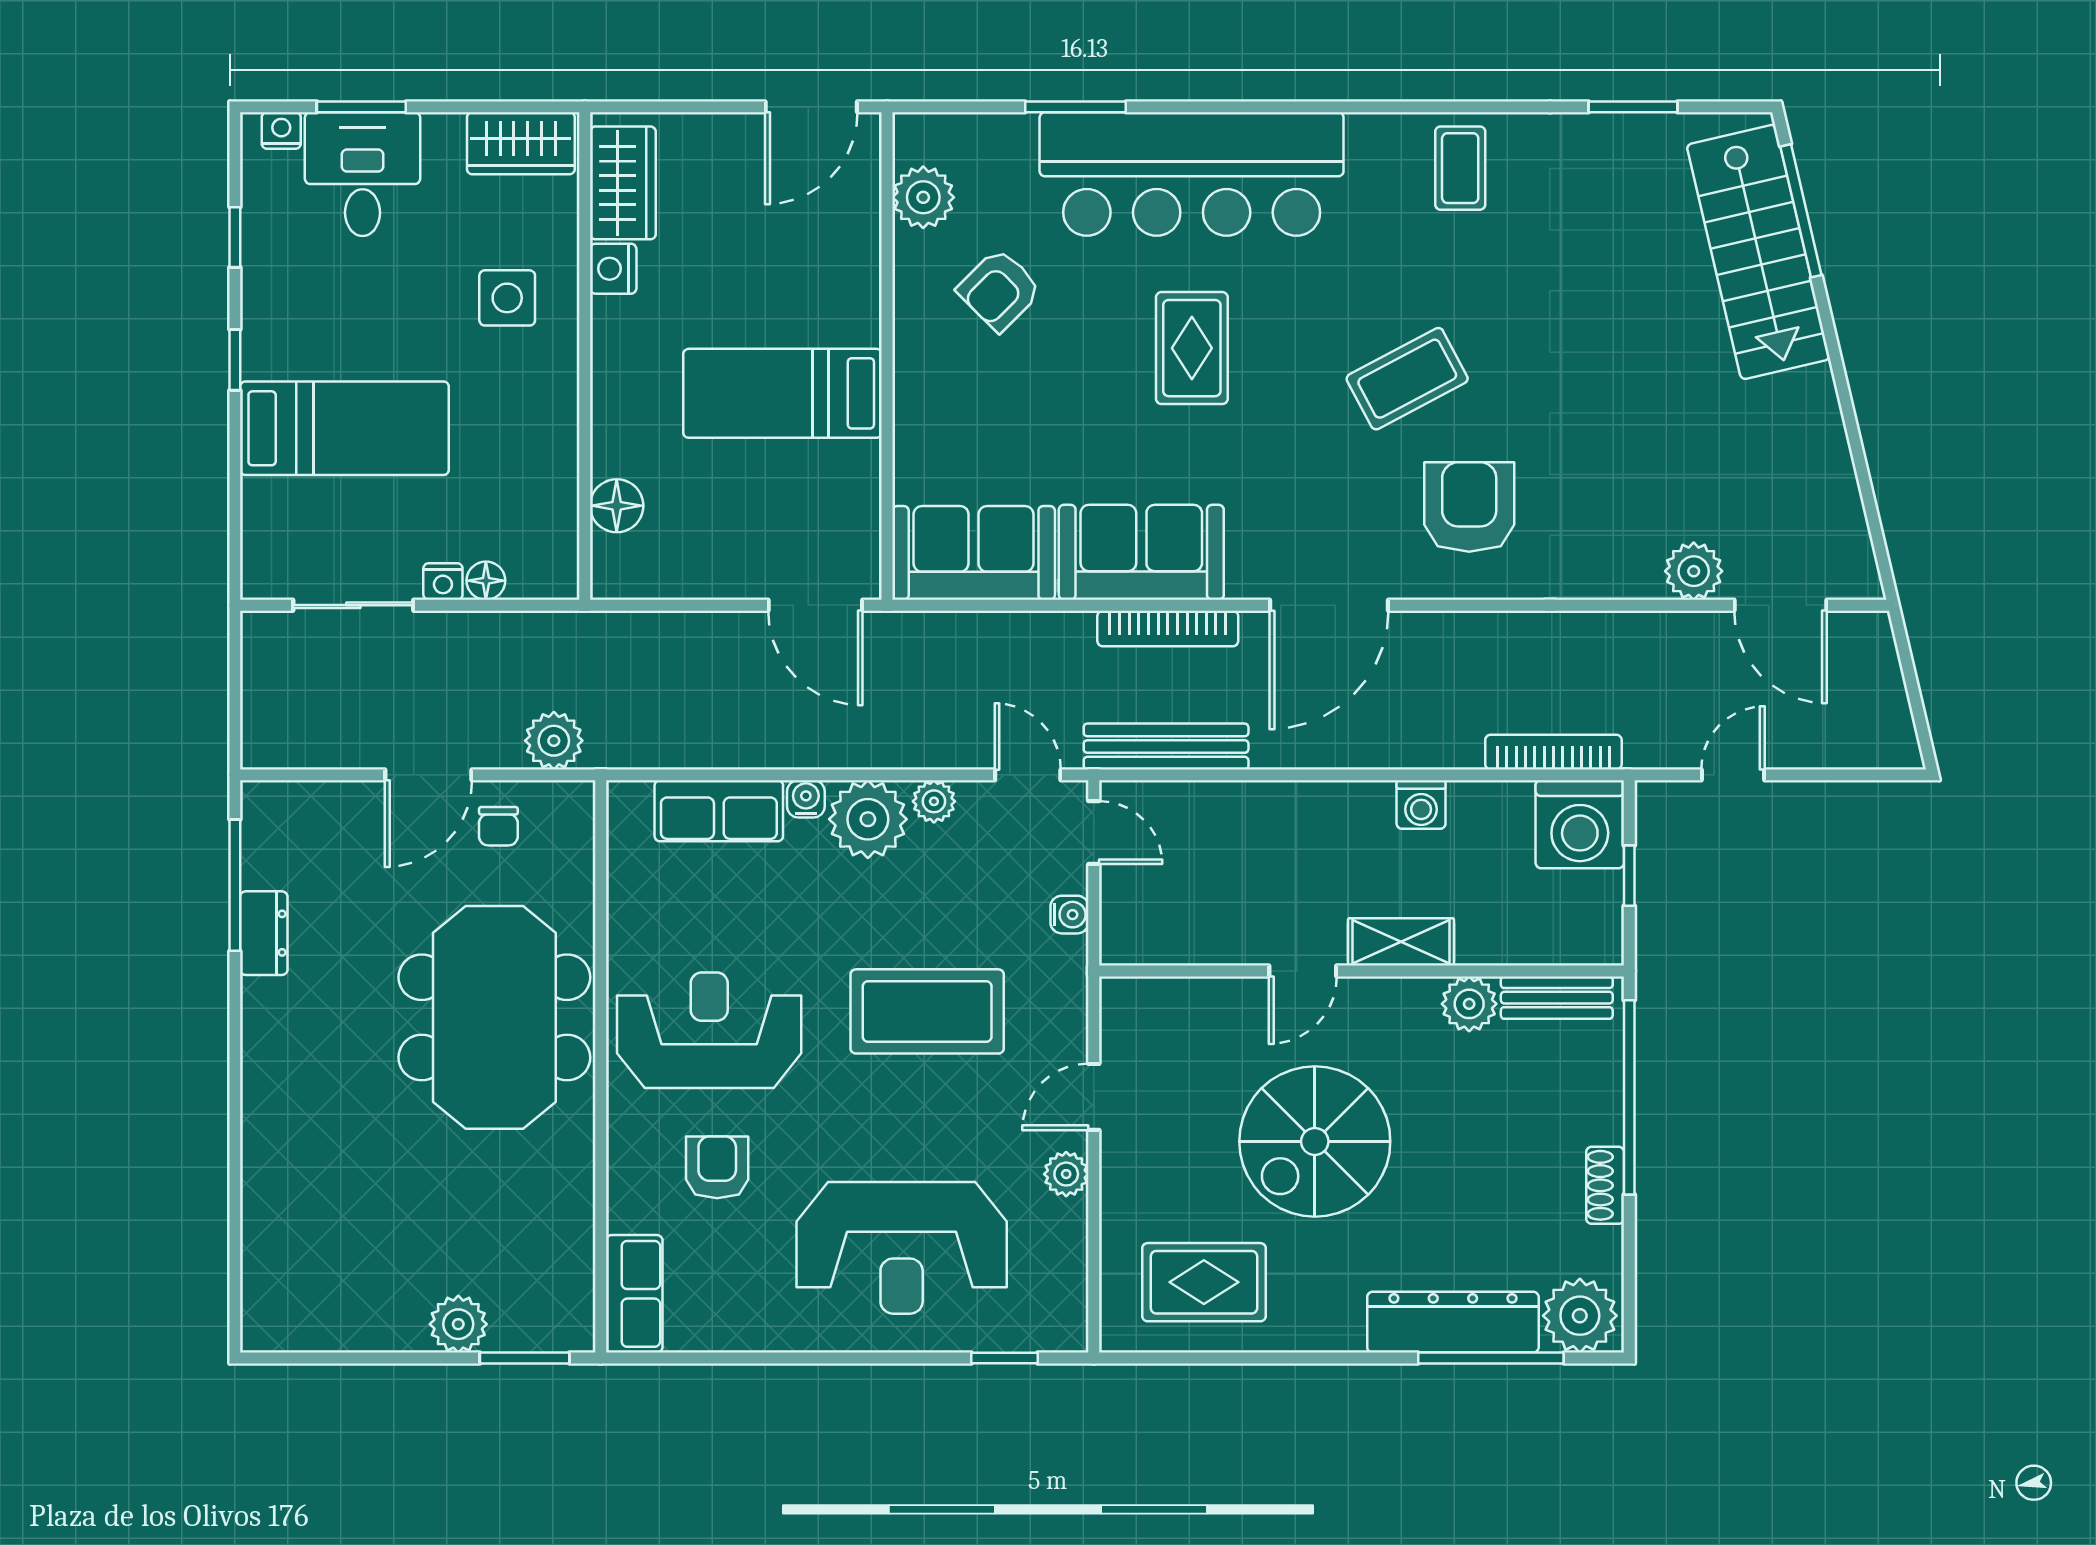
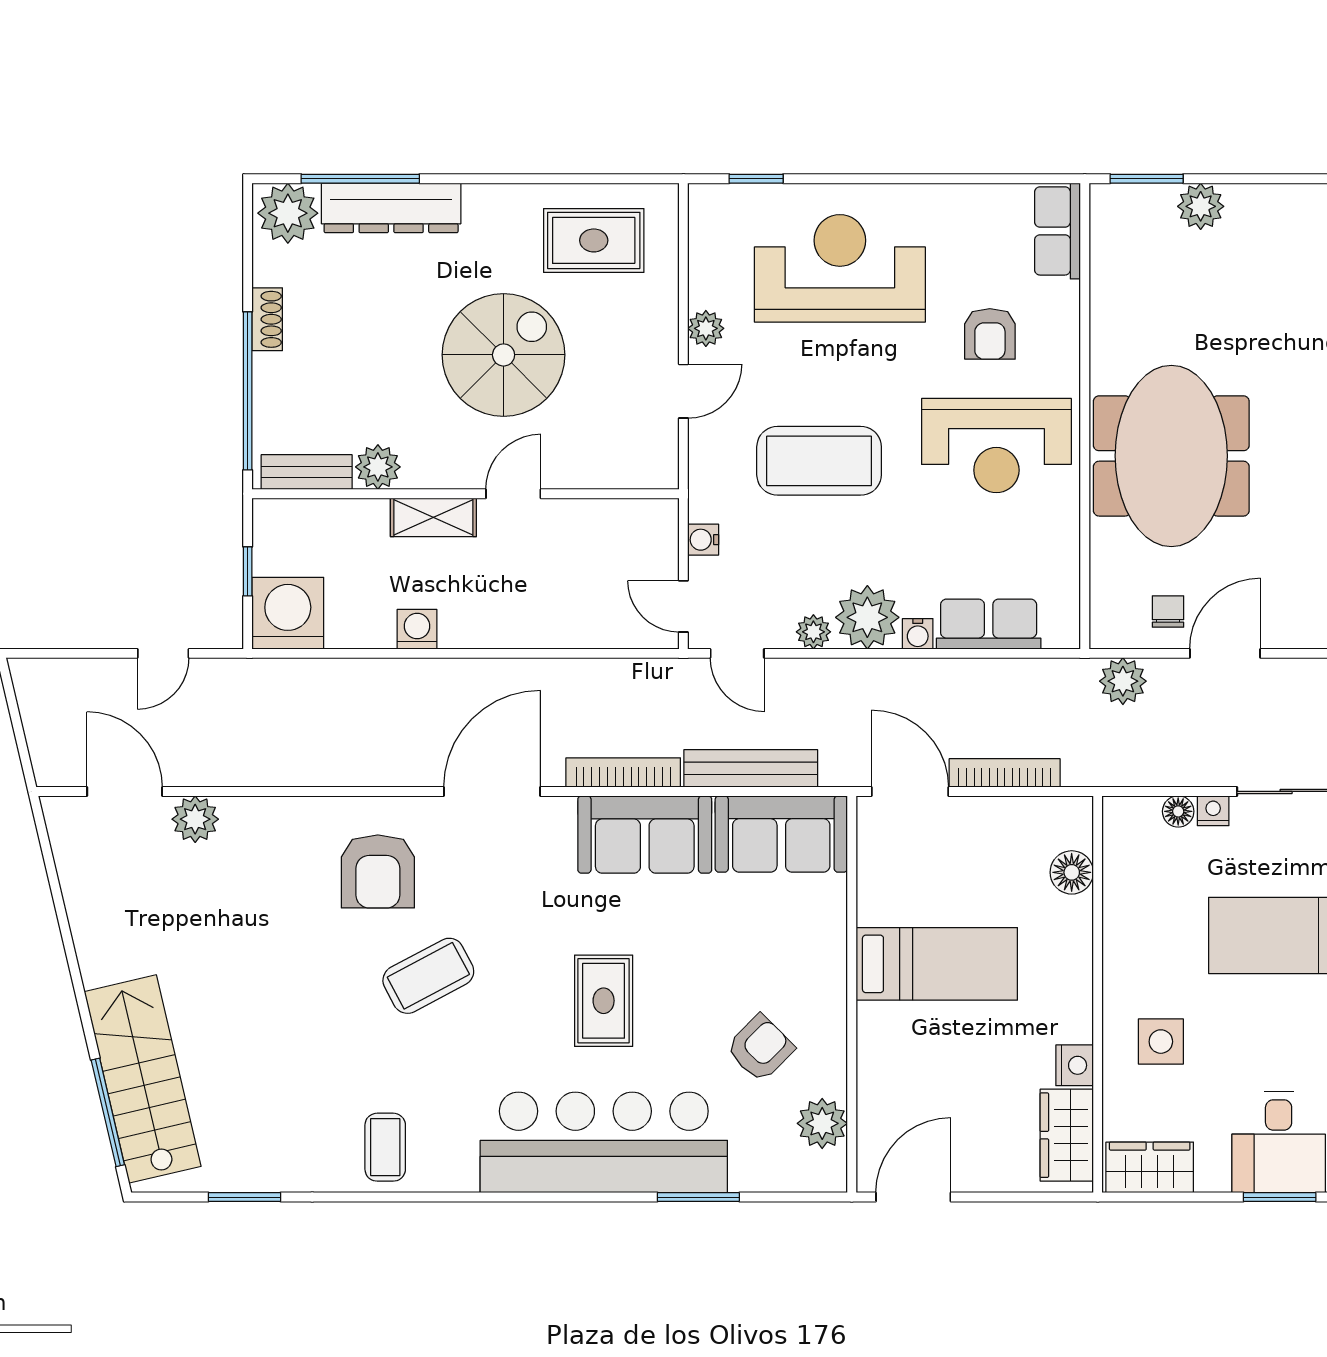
bench: (1166, 747) -> (751, 768), moved
bookcase: (1553, 752) -> (1005, 773), moved, turned 180

